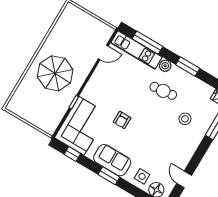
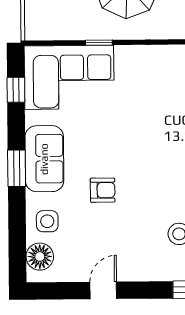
armchair: (122, 120) -> (103, 190), moved, turned 180
door: (184, 179) -> (103, 290), moved

